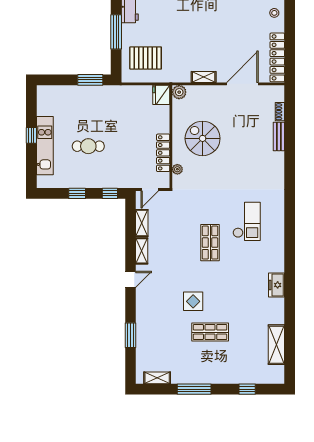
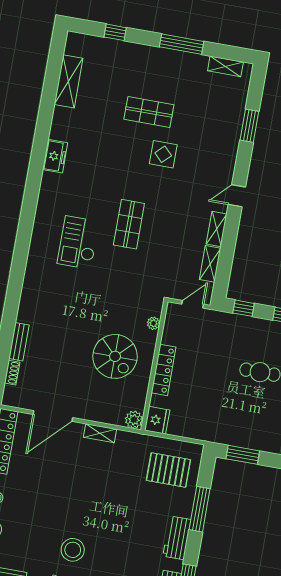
locker: (163, 153) -> (164, 370), moved

